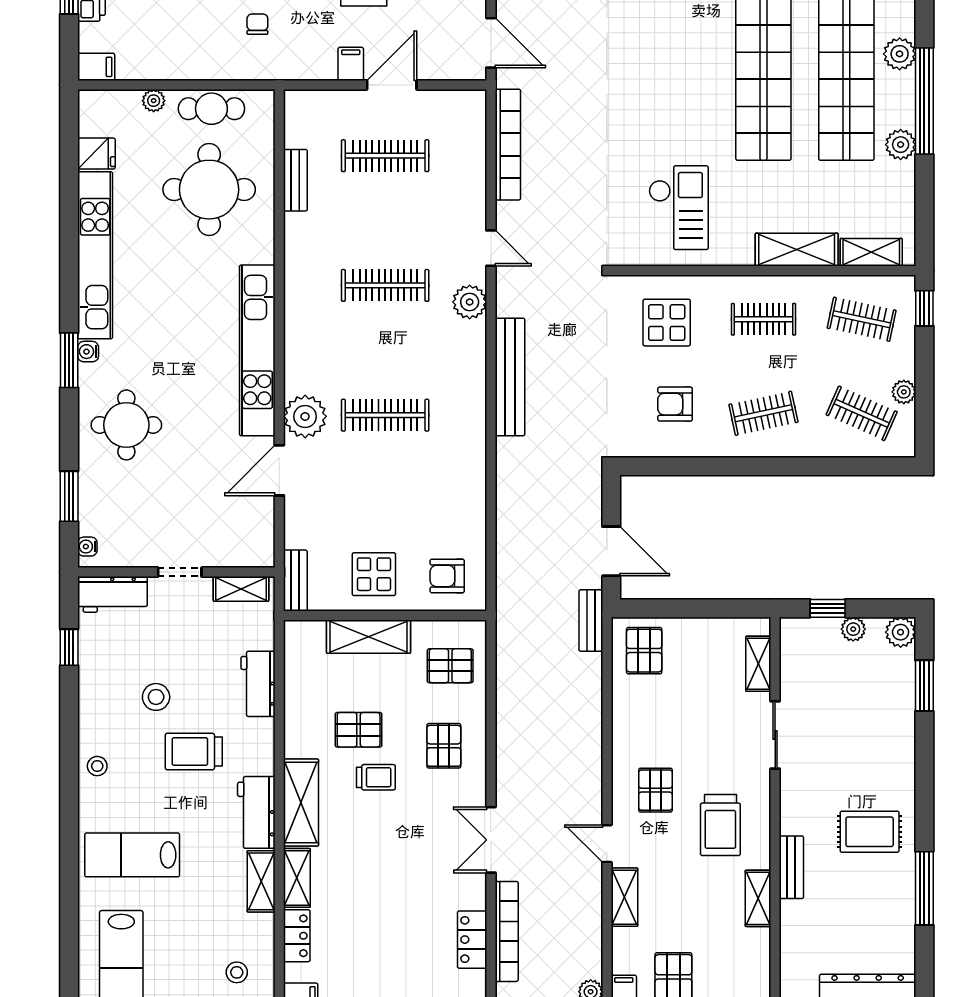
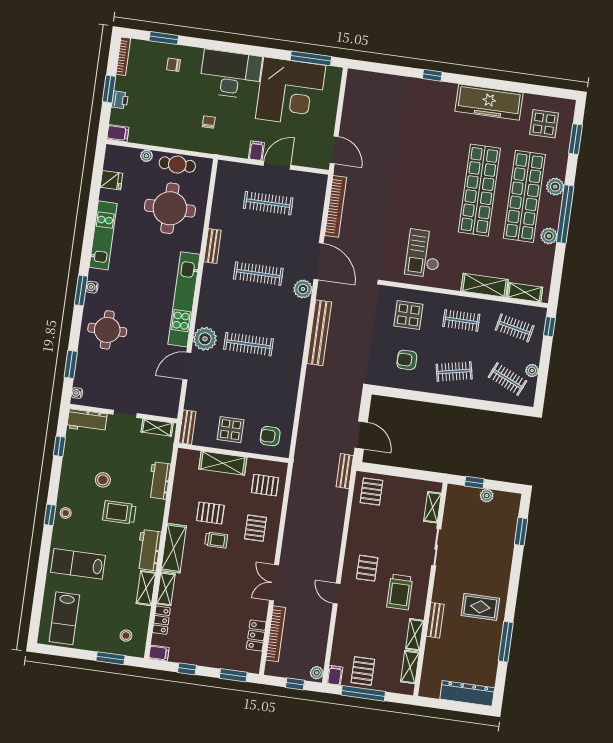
bench: (295, 180) -> (212, 246), moved
checkout: (679, 208) -> (424, 254), turned 180
door: (491, 248) -> (319, 261), width x1.87
kitchen unit: (95, 255) -> (103, 235), width x0.73
plant: (901, 632) -> (512, 501), removed
window: (69, 773) -> (50, 515), added
shelving: (624, 897) -> (410, 667), moved

